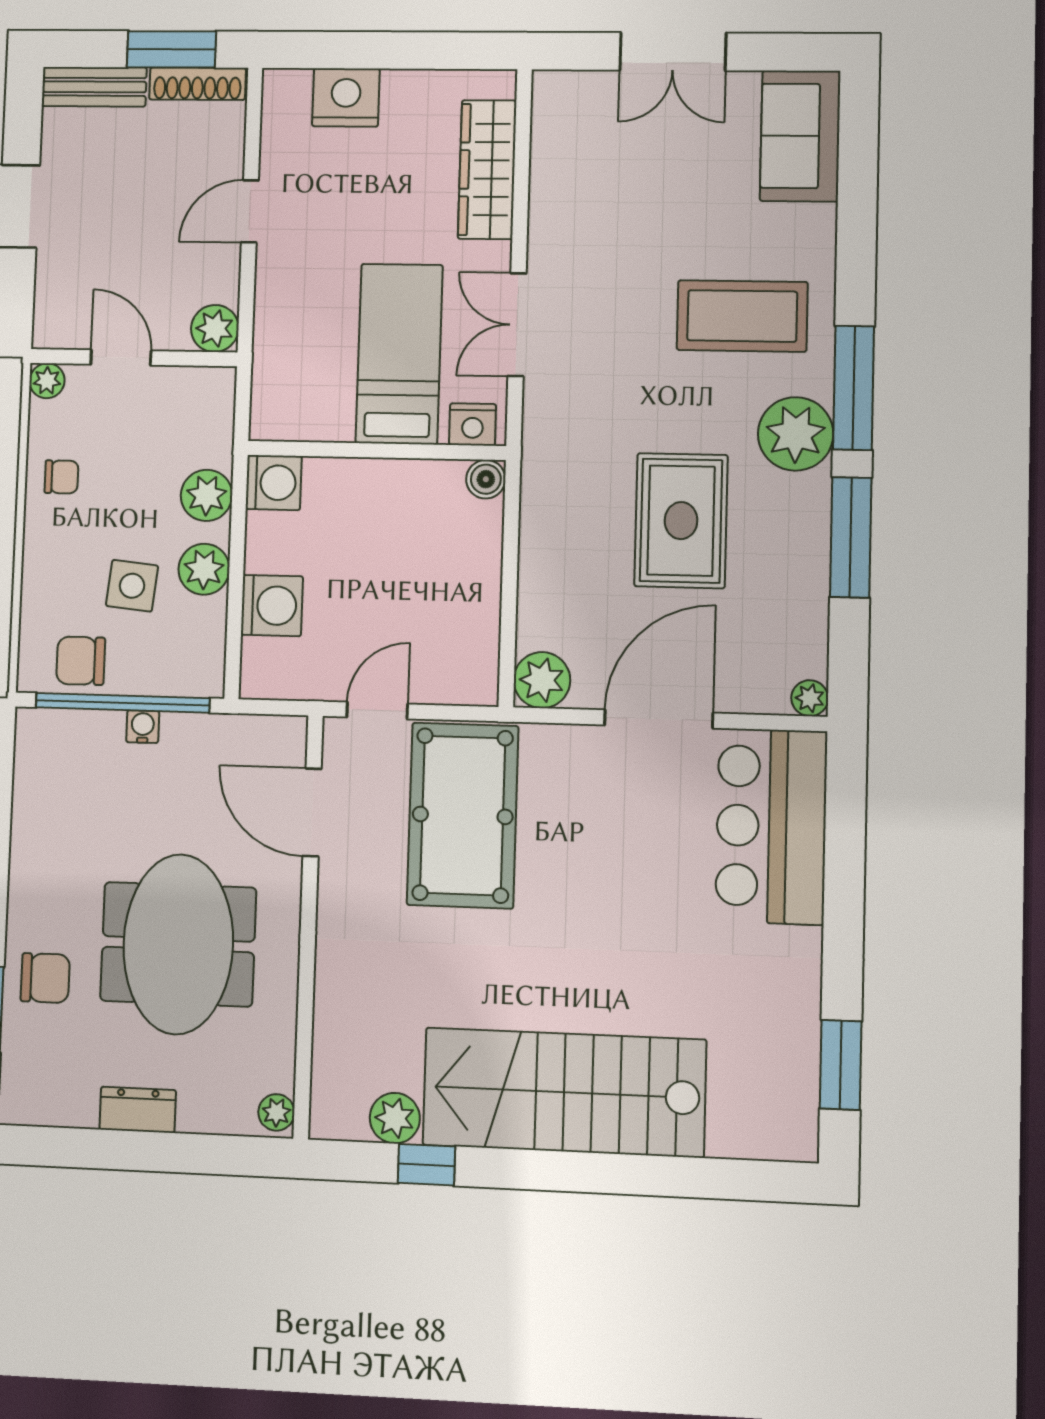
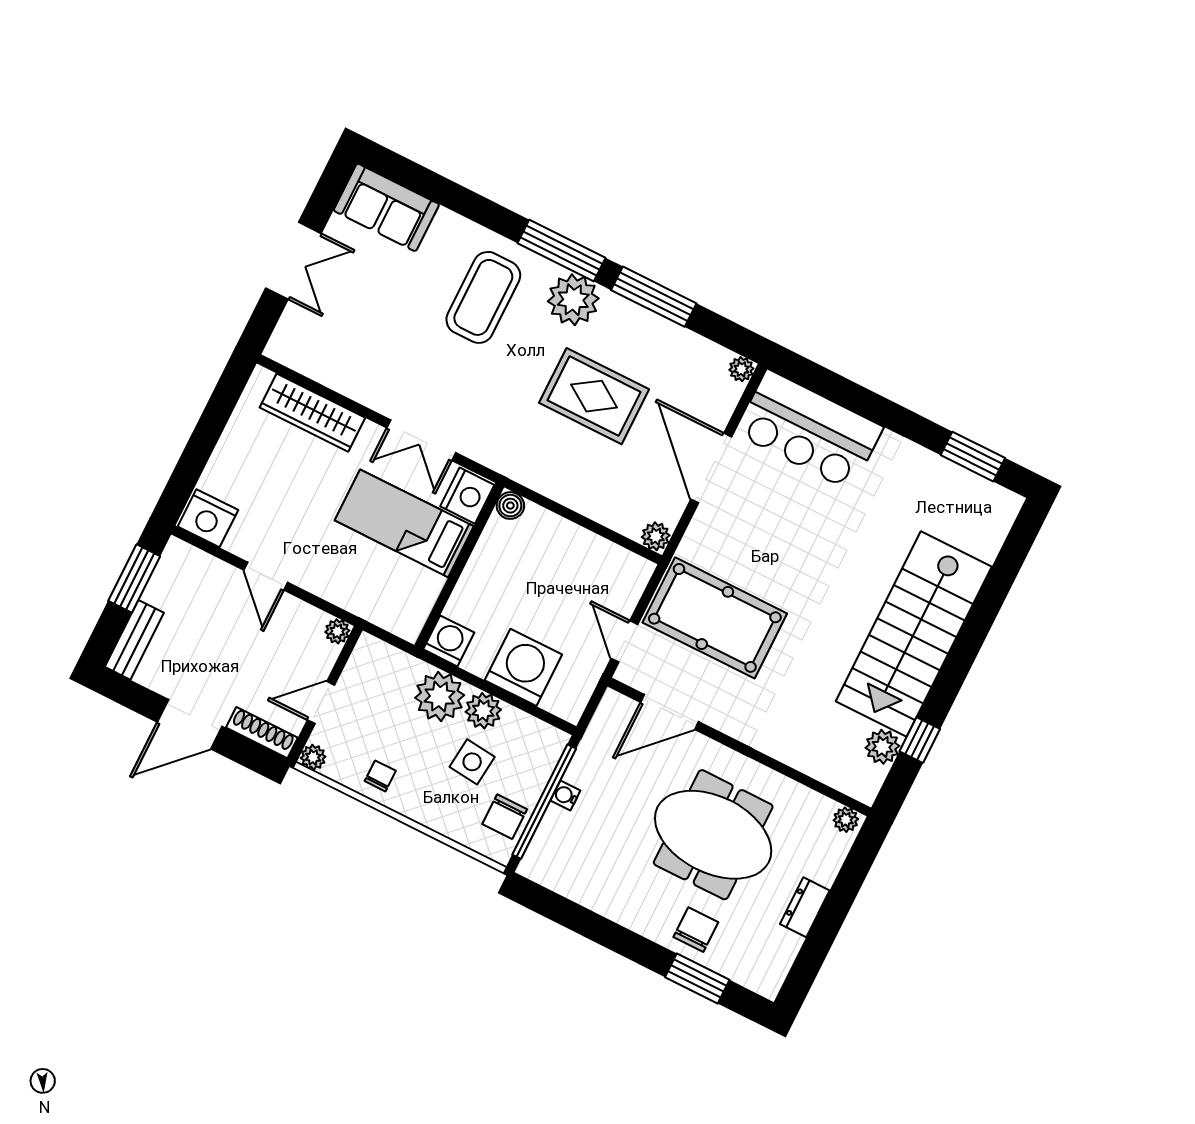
shoe rack: (197, 84) -> (262, 733), moved, turned -90
nightstand: (346, 97) -> (208, 518), moved, turned -90
plant: (215, 328) -> (337, 631), width x0.73, depth x0.73
nightstand: (473, 424) -> (467, 496), width x1.36, depth x1.33
plant: (207, 495) -> (440, 697), width x1.36, depth x1.36
washing machine: (272, 606) -> (523, 667), width x1.37, depth x1.37
plant: (542, 680) -> (656, 536), width x0.73, depth x0.73

